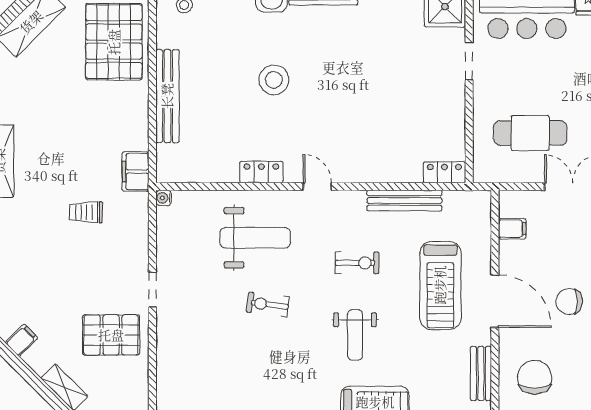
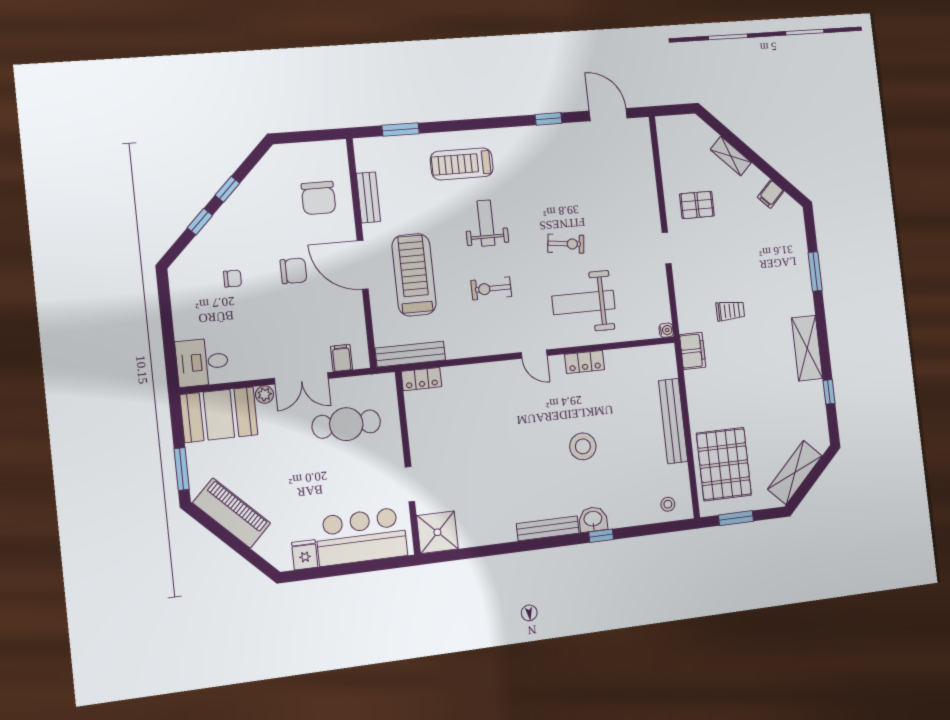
bench: (404, 200) -> (410, 354), moved
filing cabinet: (512, 229) -> (342, 358), moved, turned 90
pallet: (111, 335) -> (697, 205), width x0.67, depth x0.71

